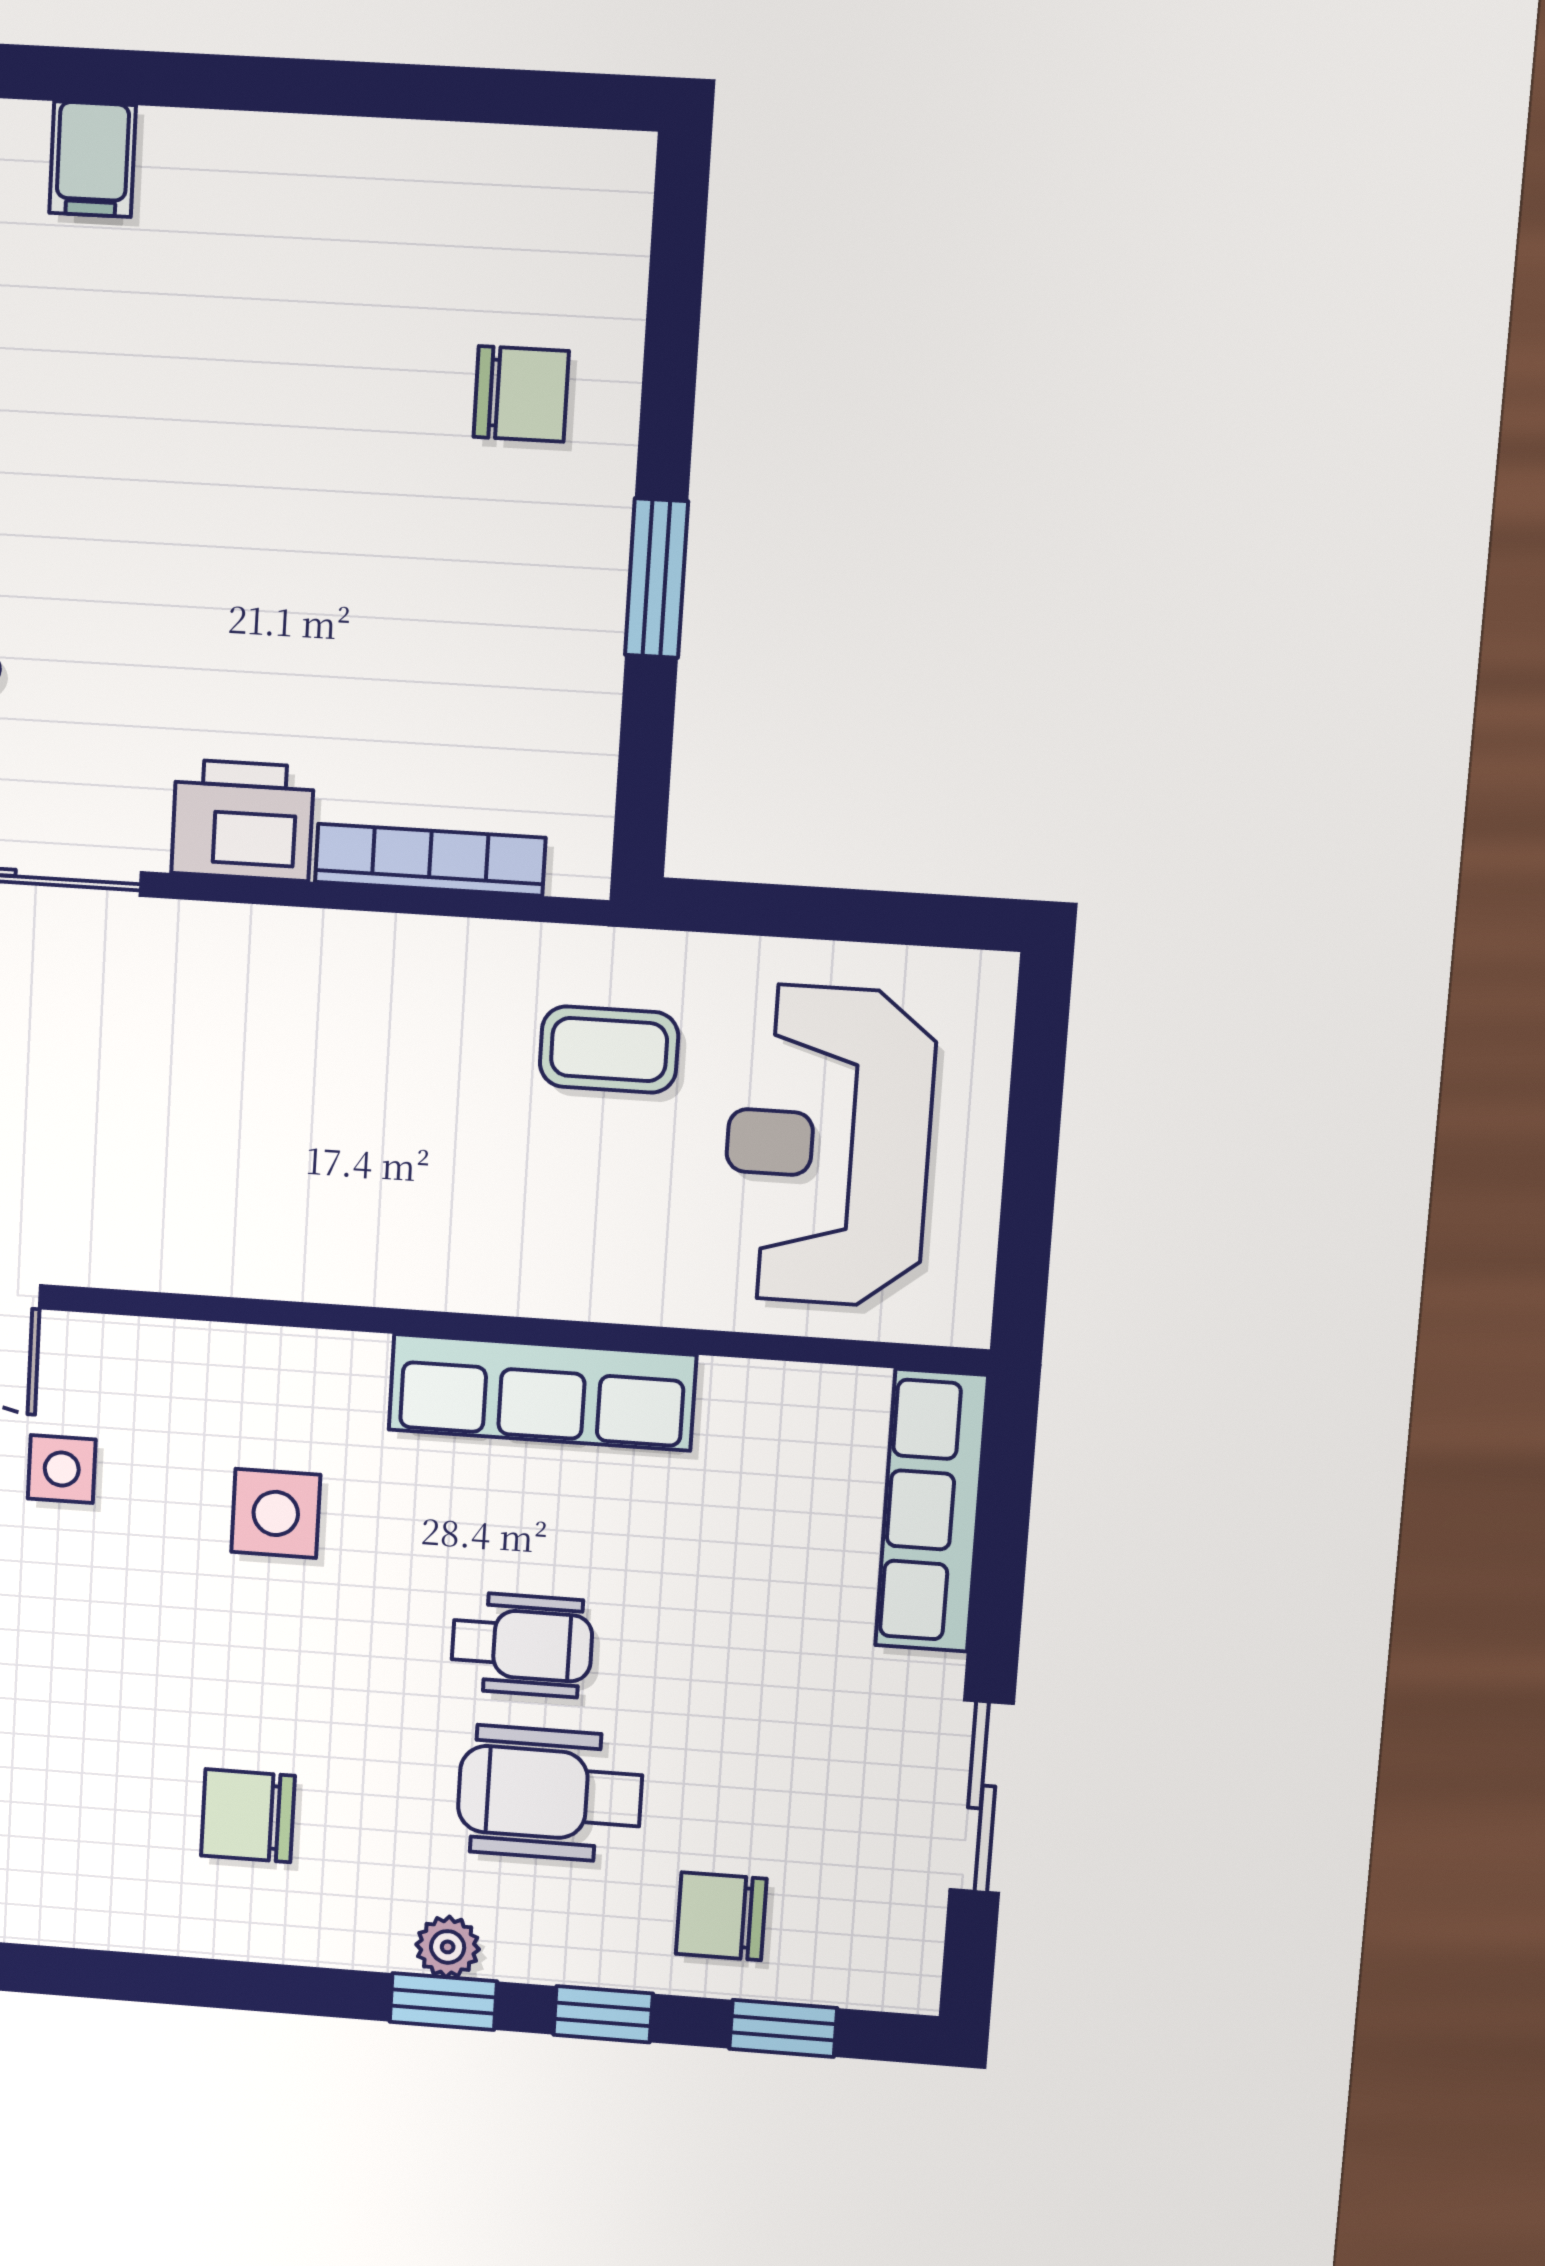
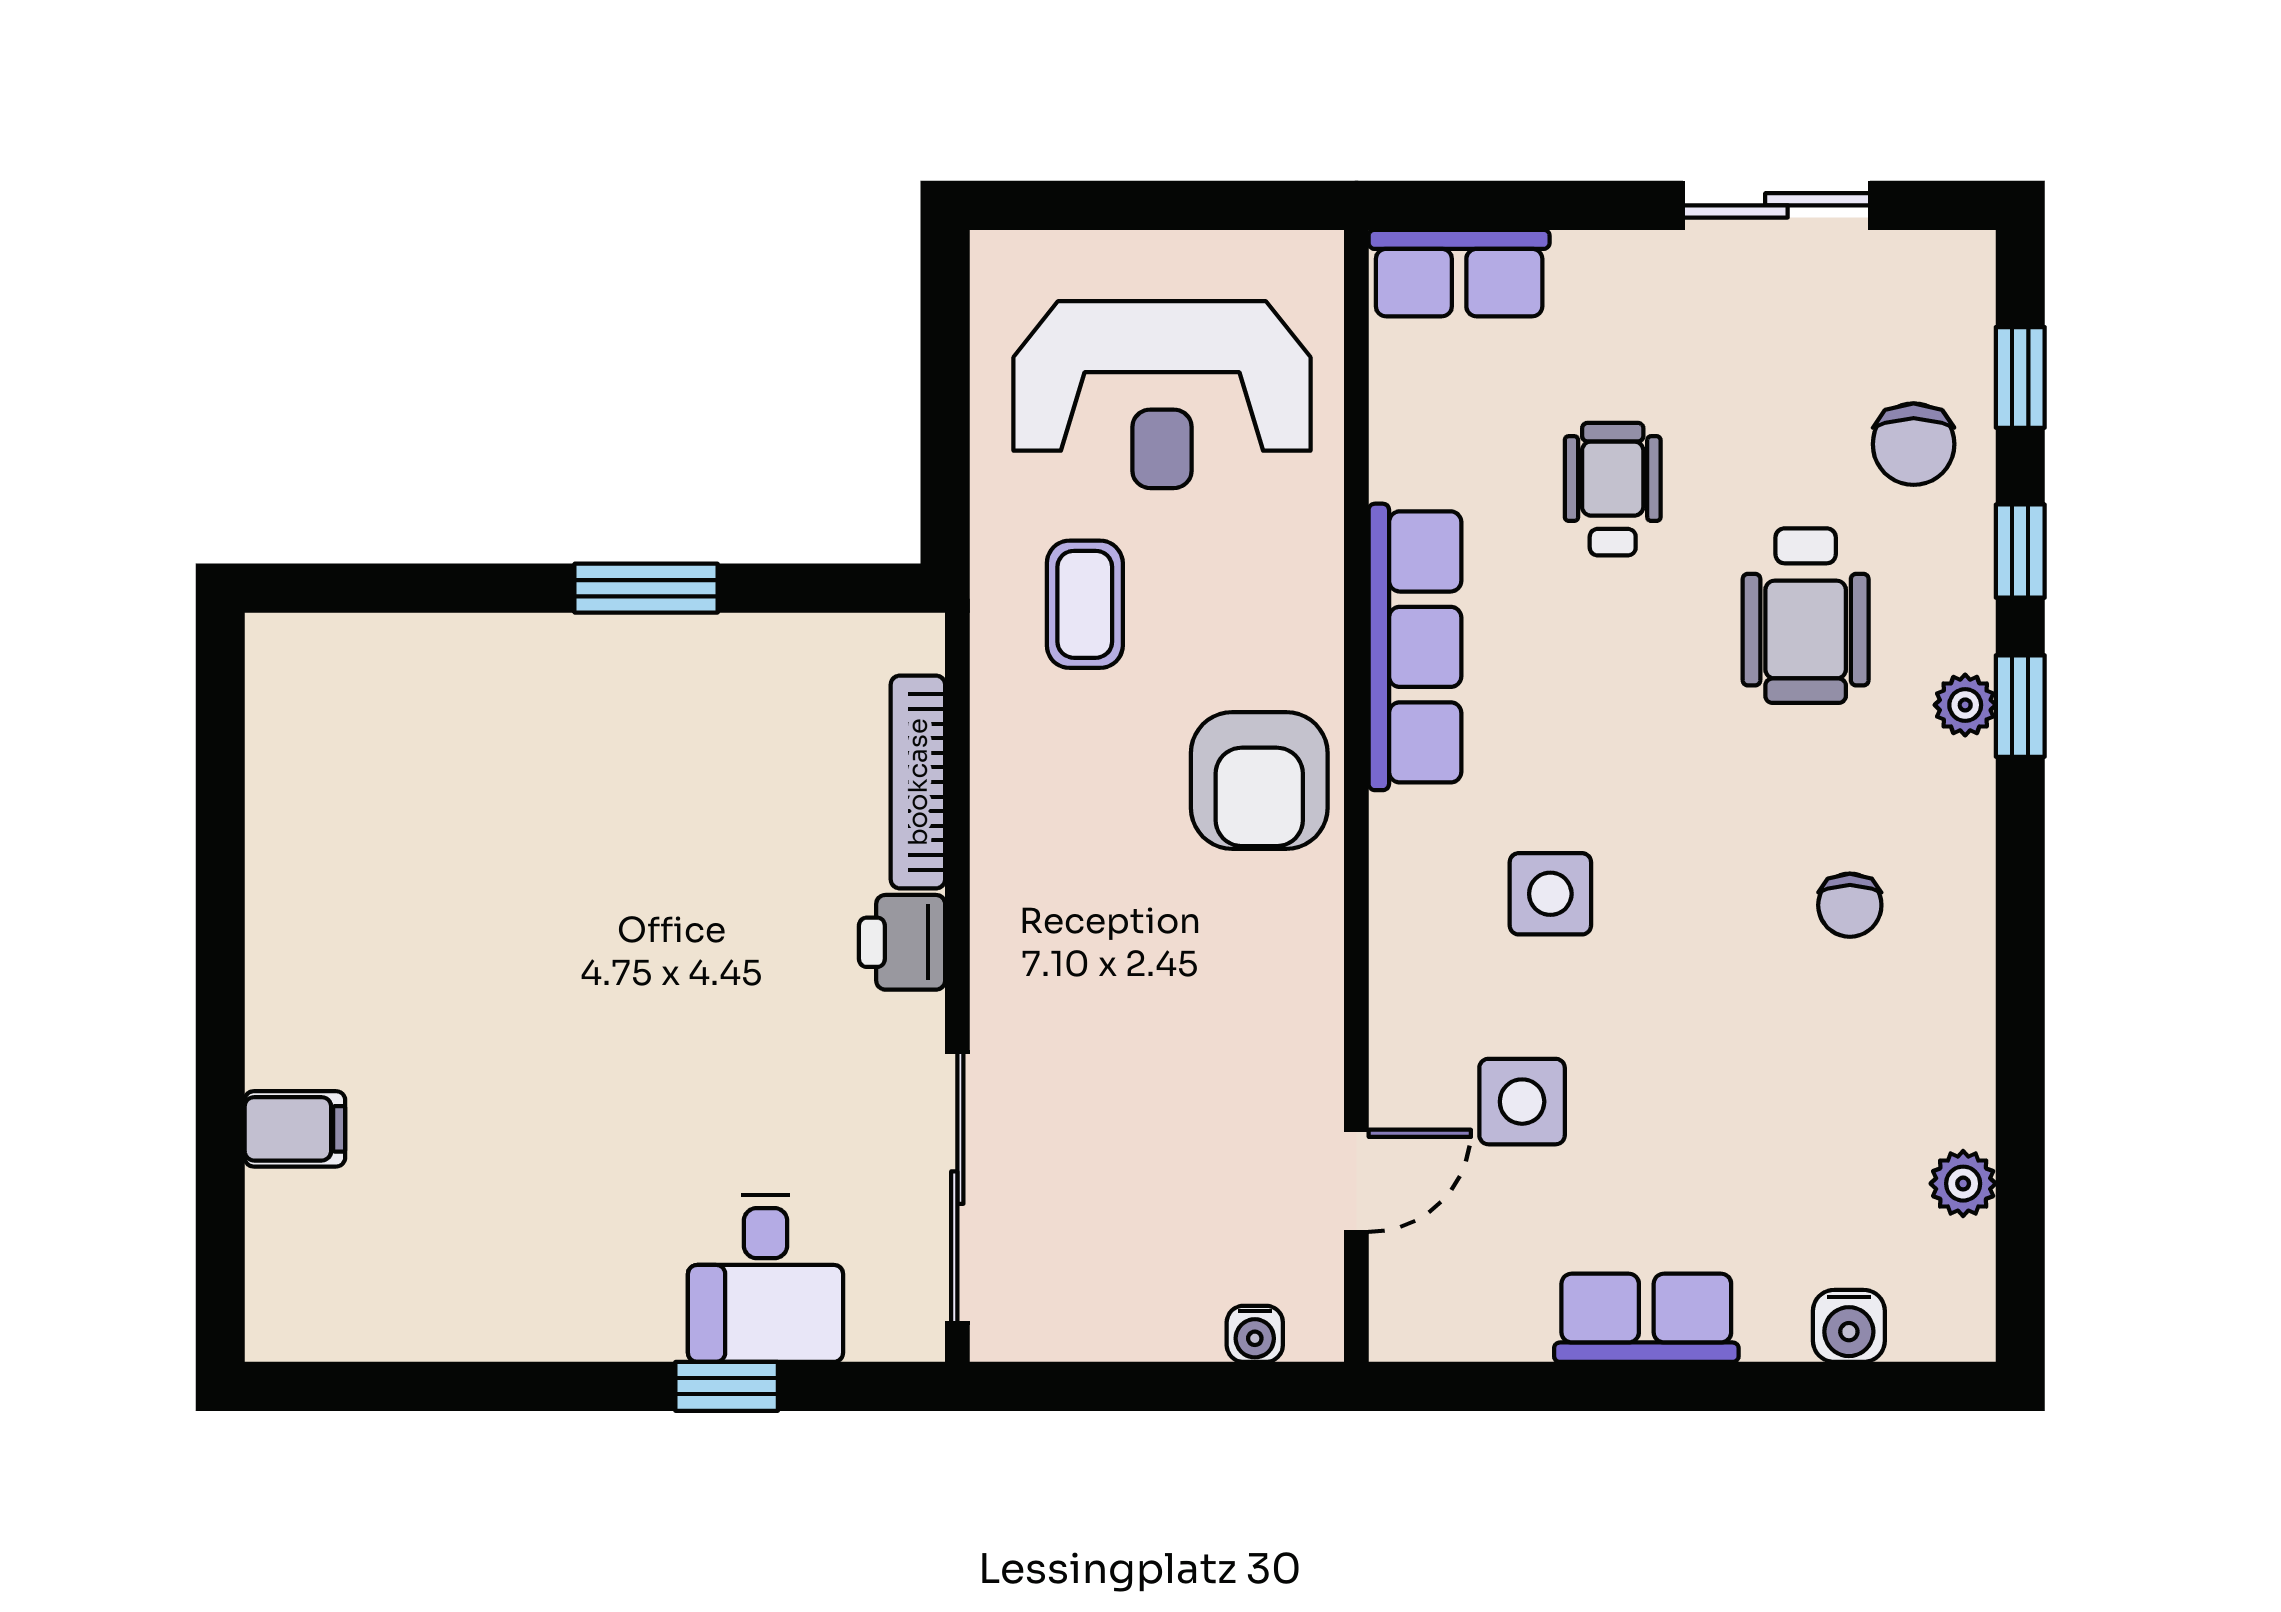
chair: (521, 394) -> (486, 723), removed
printer: (243, 820) -> (902, 942), width x0.73, depth x0.81
armchair: (411, 1221) -> (1259, 780), added
side table: (62, 1469) -> (1522, 1102), width x1.37, depth x1.37
row of seats: (931, 1511) -> (1459, 273), width x0.68
wheelchair: (522, 1645) -> (1613, 489), moved
chair: (248, 1816) -> (1850, 905), width x0.73, depth x0.73

